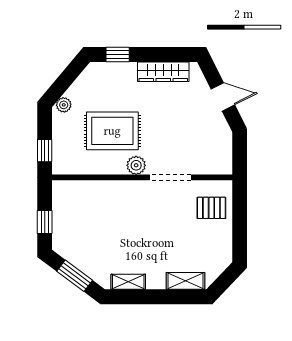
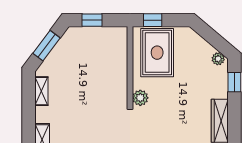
plant: (64, 105) -> (218, 59), moved
rug: (112, 131) -> (157, 53), moved

